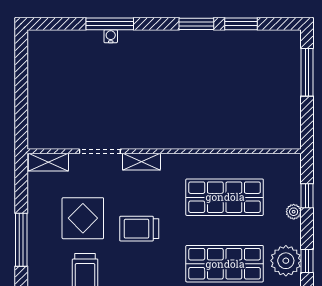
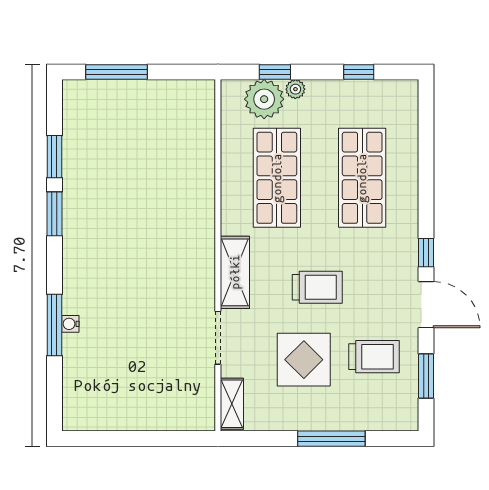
shelving: (141, 162) -> (235, 272), width x1.50, depth x1.33
trolley: (139, 229) -> (317, 287), turned -90
plant: (286, 261) -> (264, 99), moved

